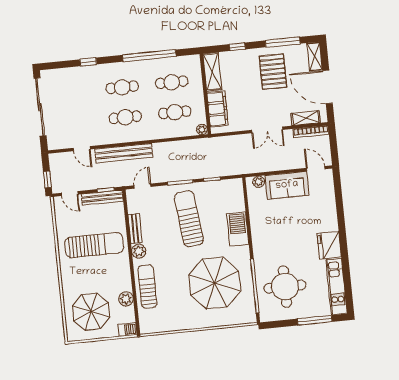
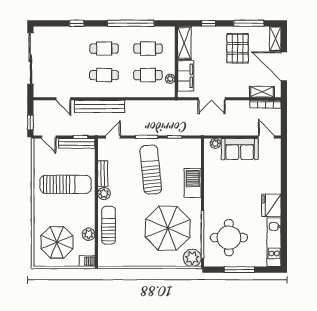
plant: (202, 130) -> (170, 79), moved
double door: (267, 130) -> (212, 99), moved
plant: (246, 314) -> (192, 258), added
window: (315, 320) -> (239, 270), moved

